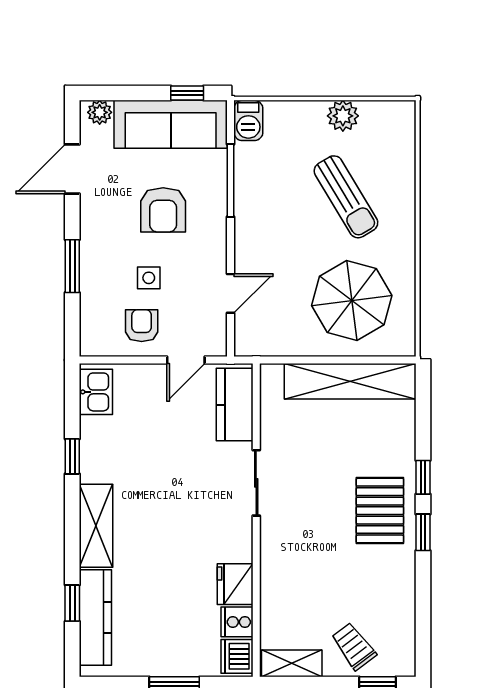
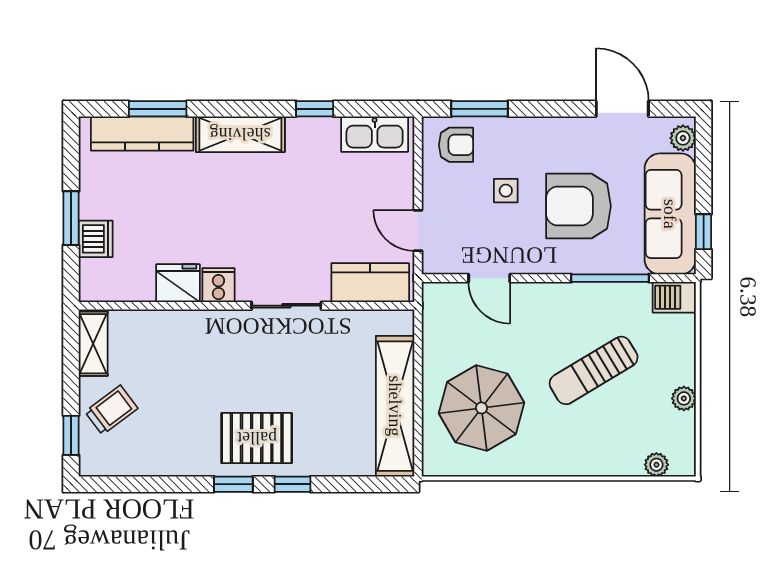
plant: (343, 116) -> (684, 398), width x0.73, depth x0.73
plant: (405, 137) -> (656, 465), added
sun lounger: (346, 197) -> (594, 370), moved
armchair: (163, 210) -> (579, 206), width x1.36, depth x1.36
window: (72, 266) -> (480, 109), moved
armchair: (142, 326) -> (456, 145), moved
kitchen sink: (96, 392) -> (375, 134), width x1.38
window: (72, 603) -> (158, 109), width x1.50
cooker: (237, 622) -> (218, 285), moved
dishwasher: (237, 656) -> (96, 239), moved, turned 90

